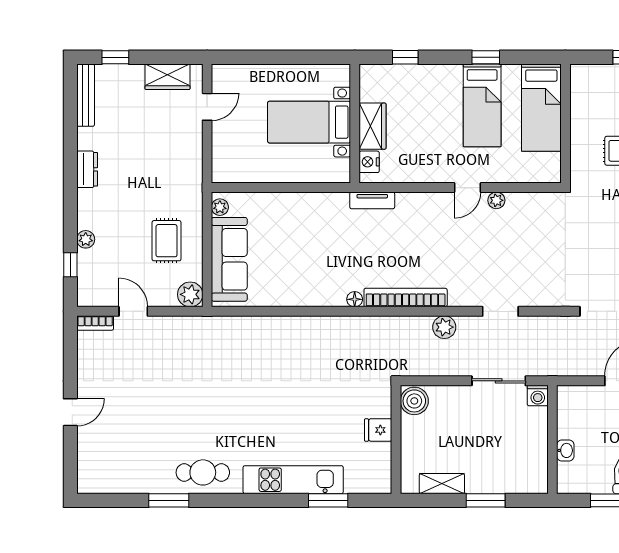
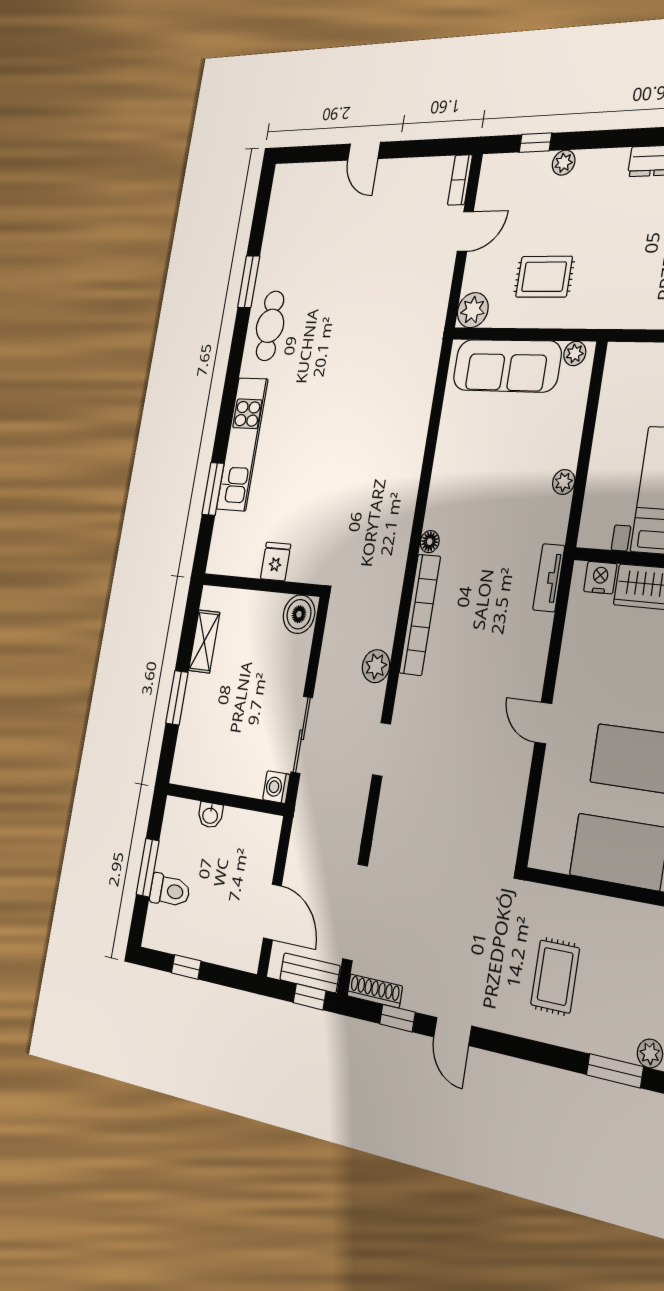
plant: (496, 200) -> (564, 482), moved

